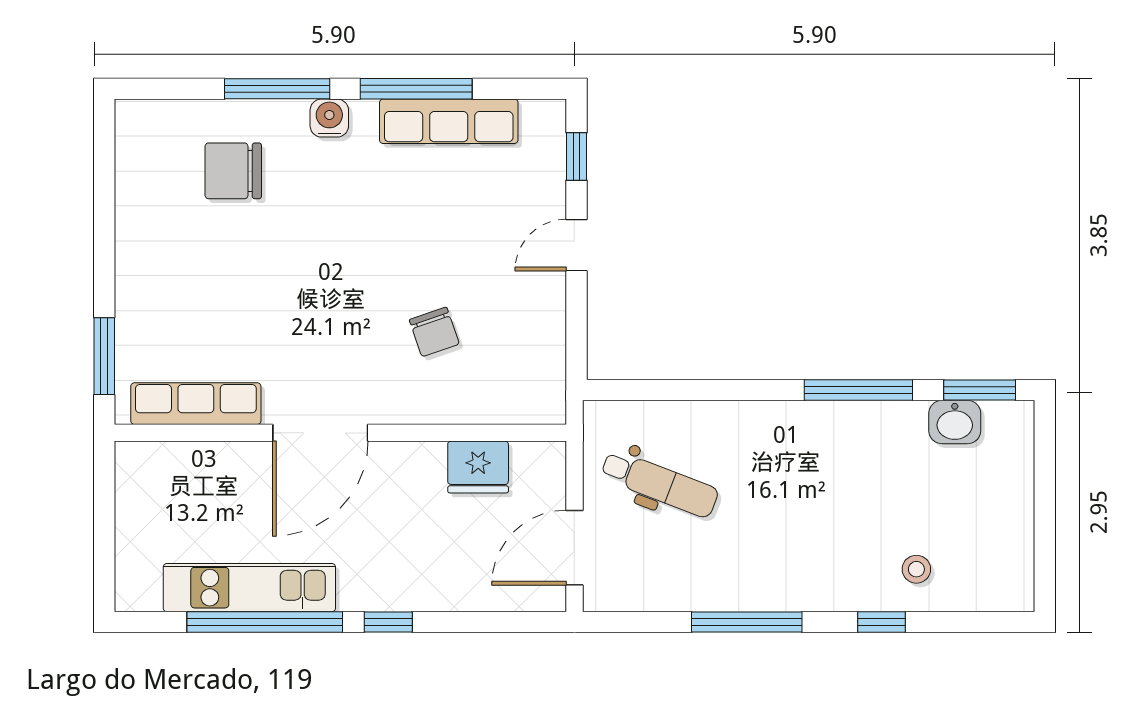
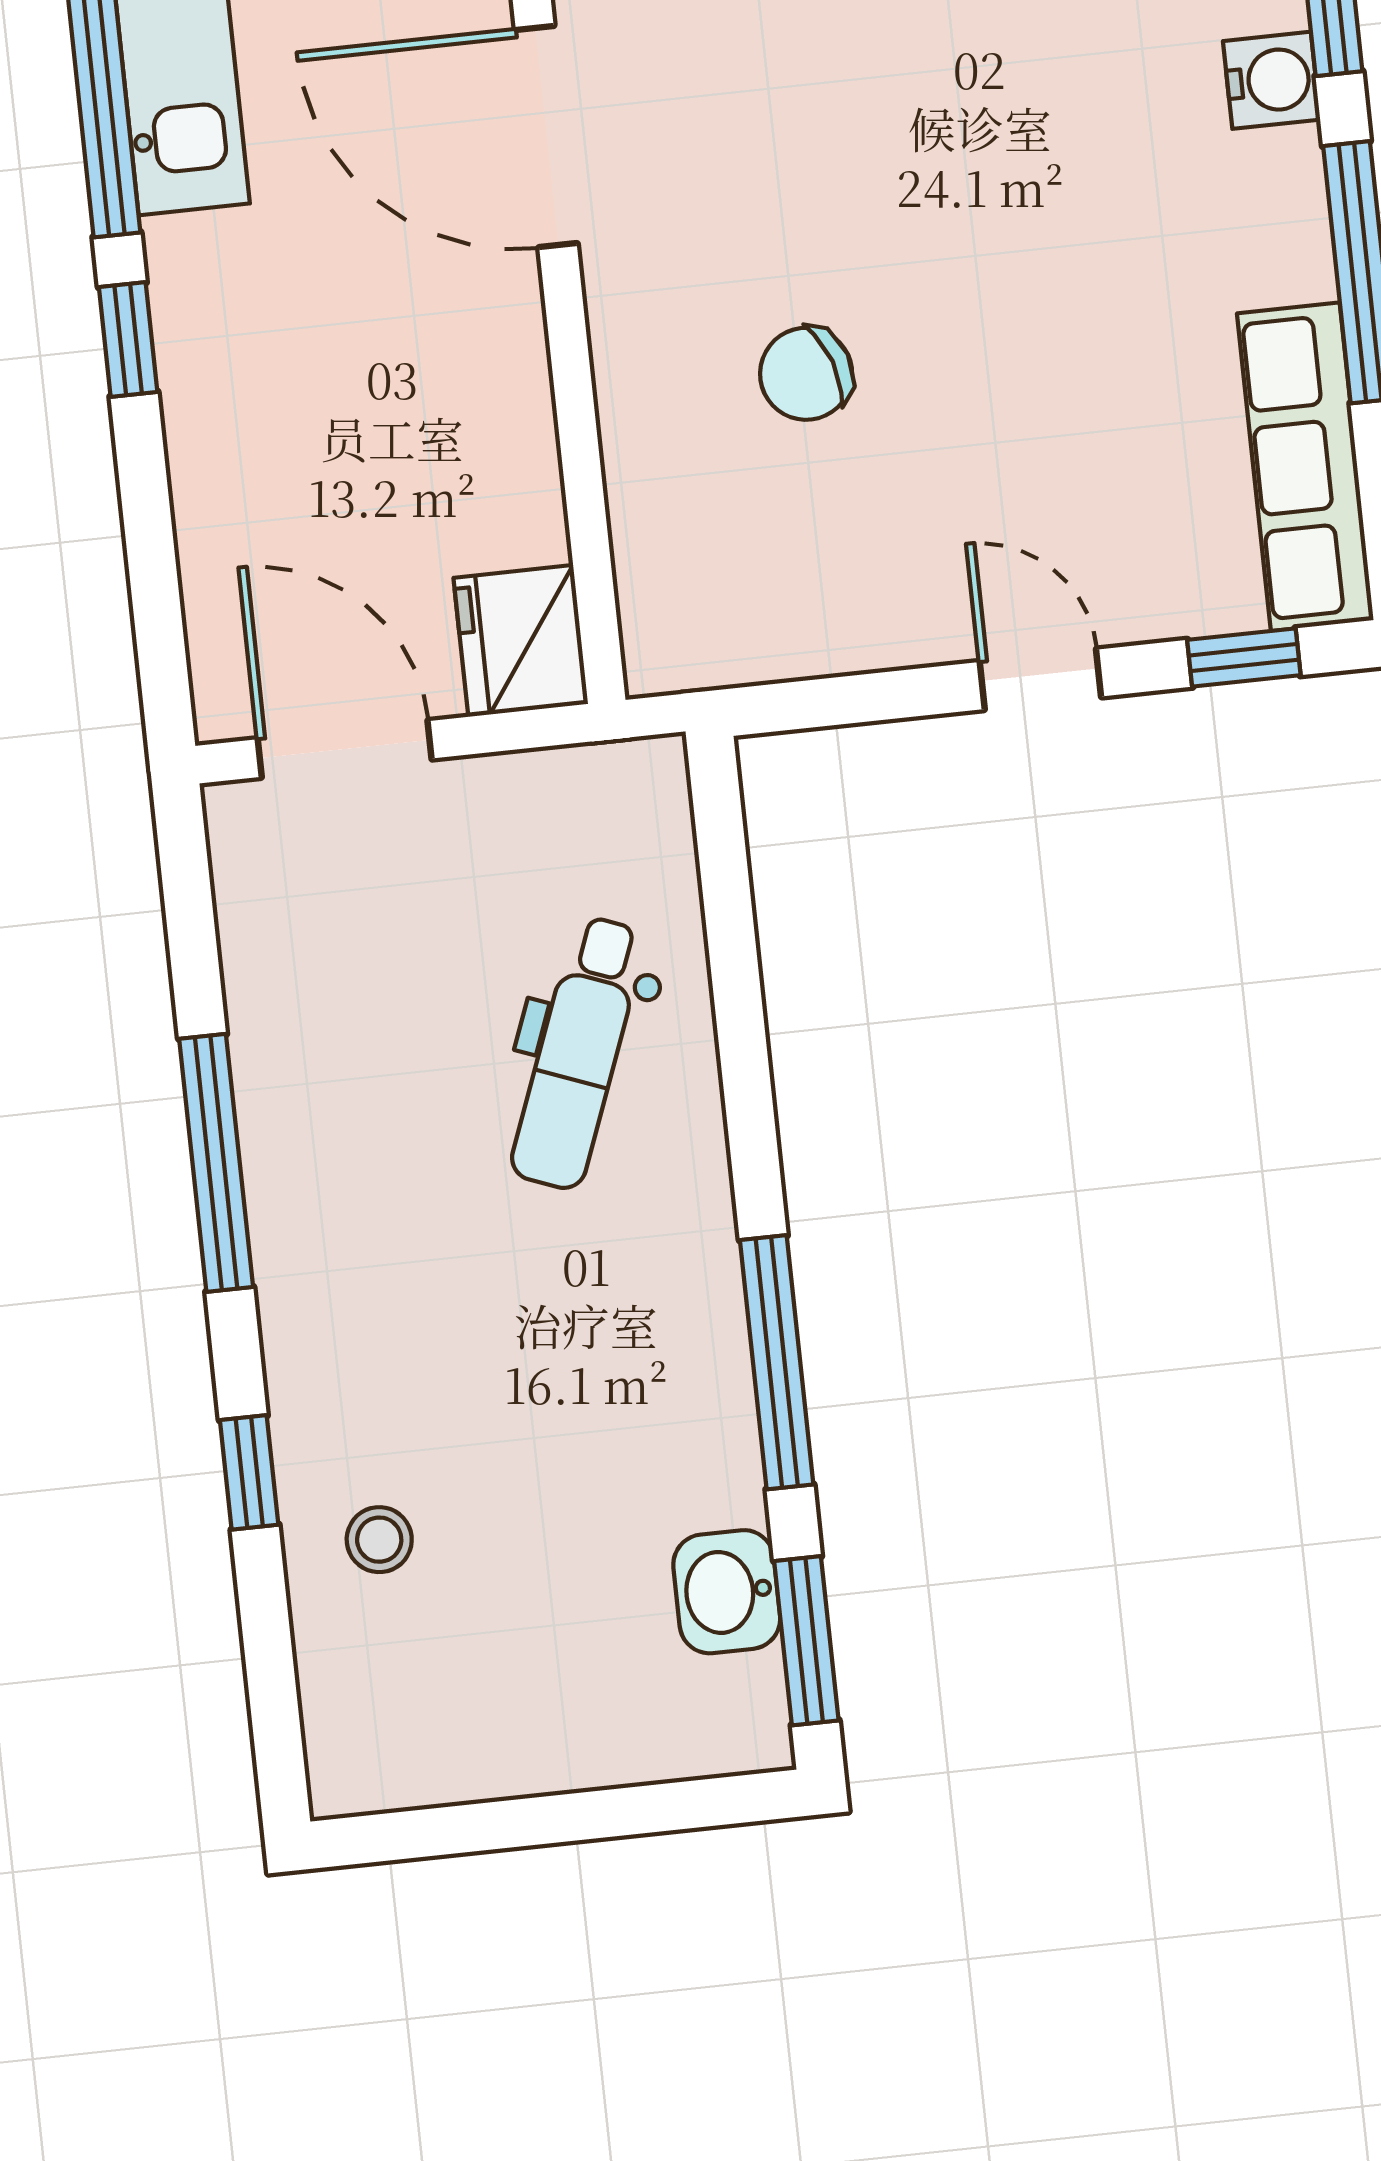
row of seats: (449, 121) -> (1305, 467), moved
fridge: (478, 467) -> (521, 641), moved
dental chair: (660, 484) -> (578, 1053), moved

